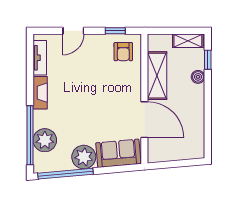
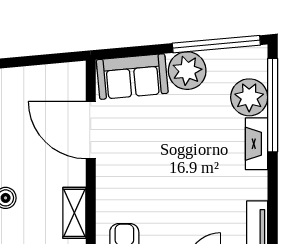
shelving: (157, 76) -> (74, 213), width x0.67, depth x0.75
fireplace: (40, 93) -> (257, 144), moved

